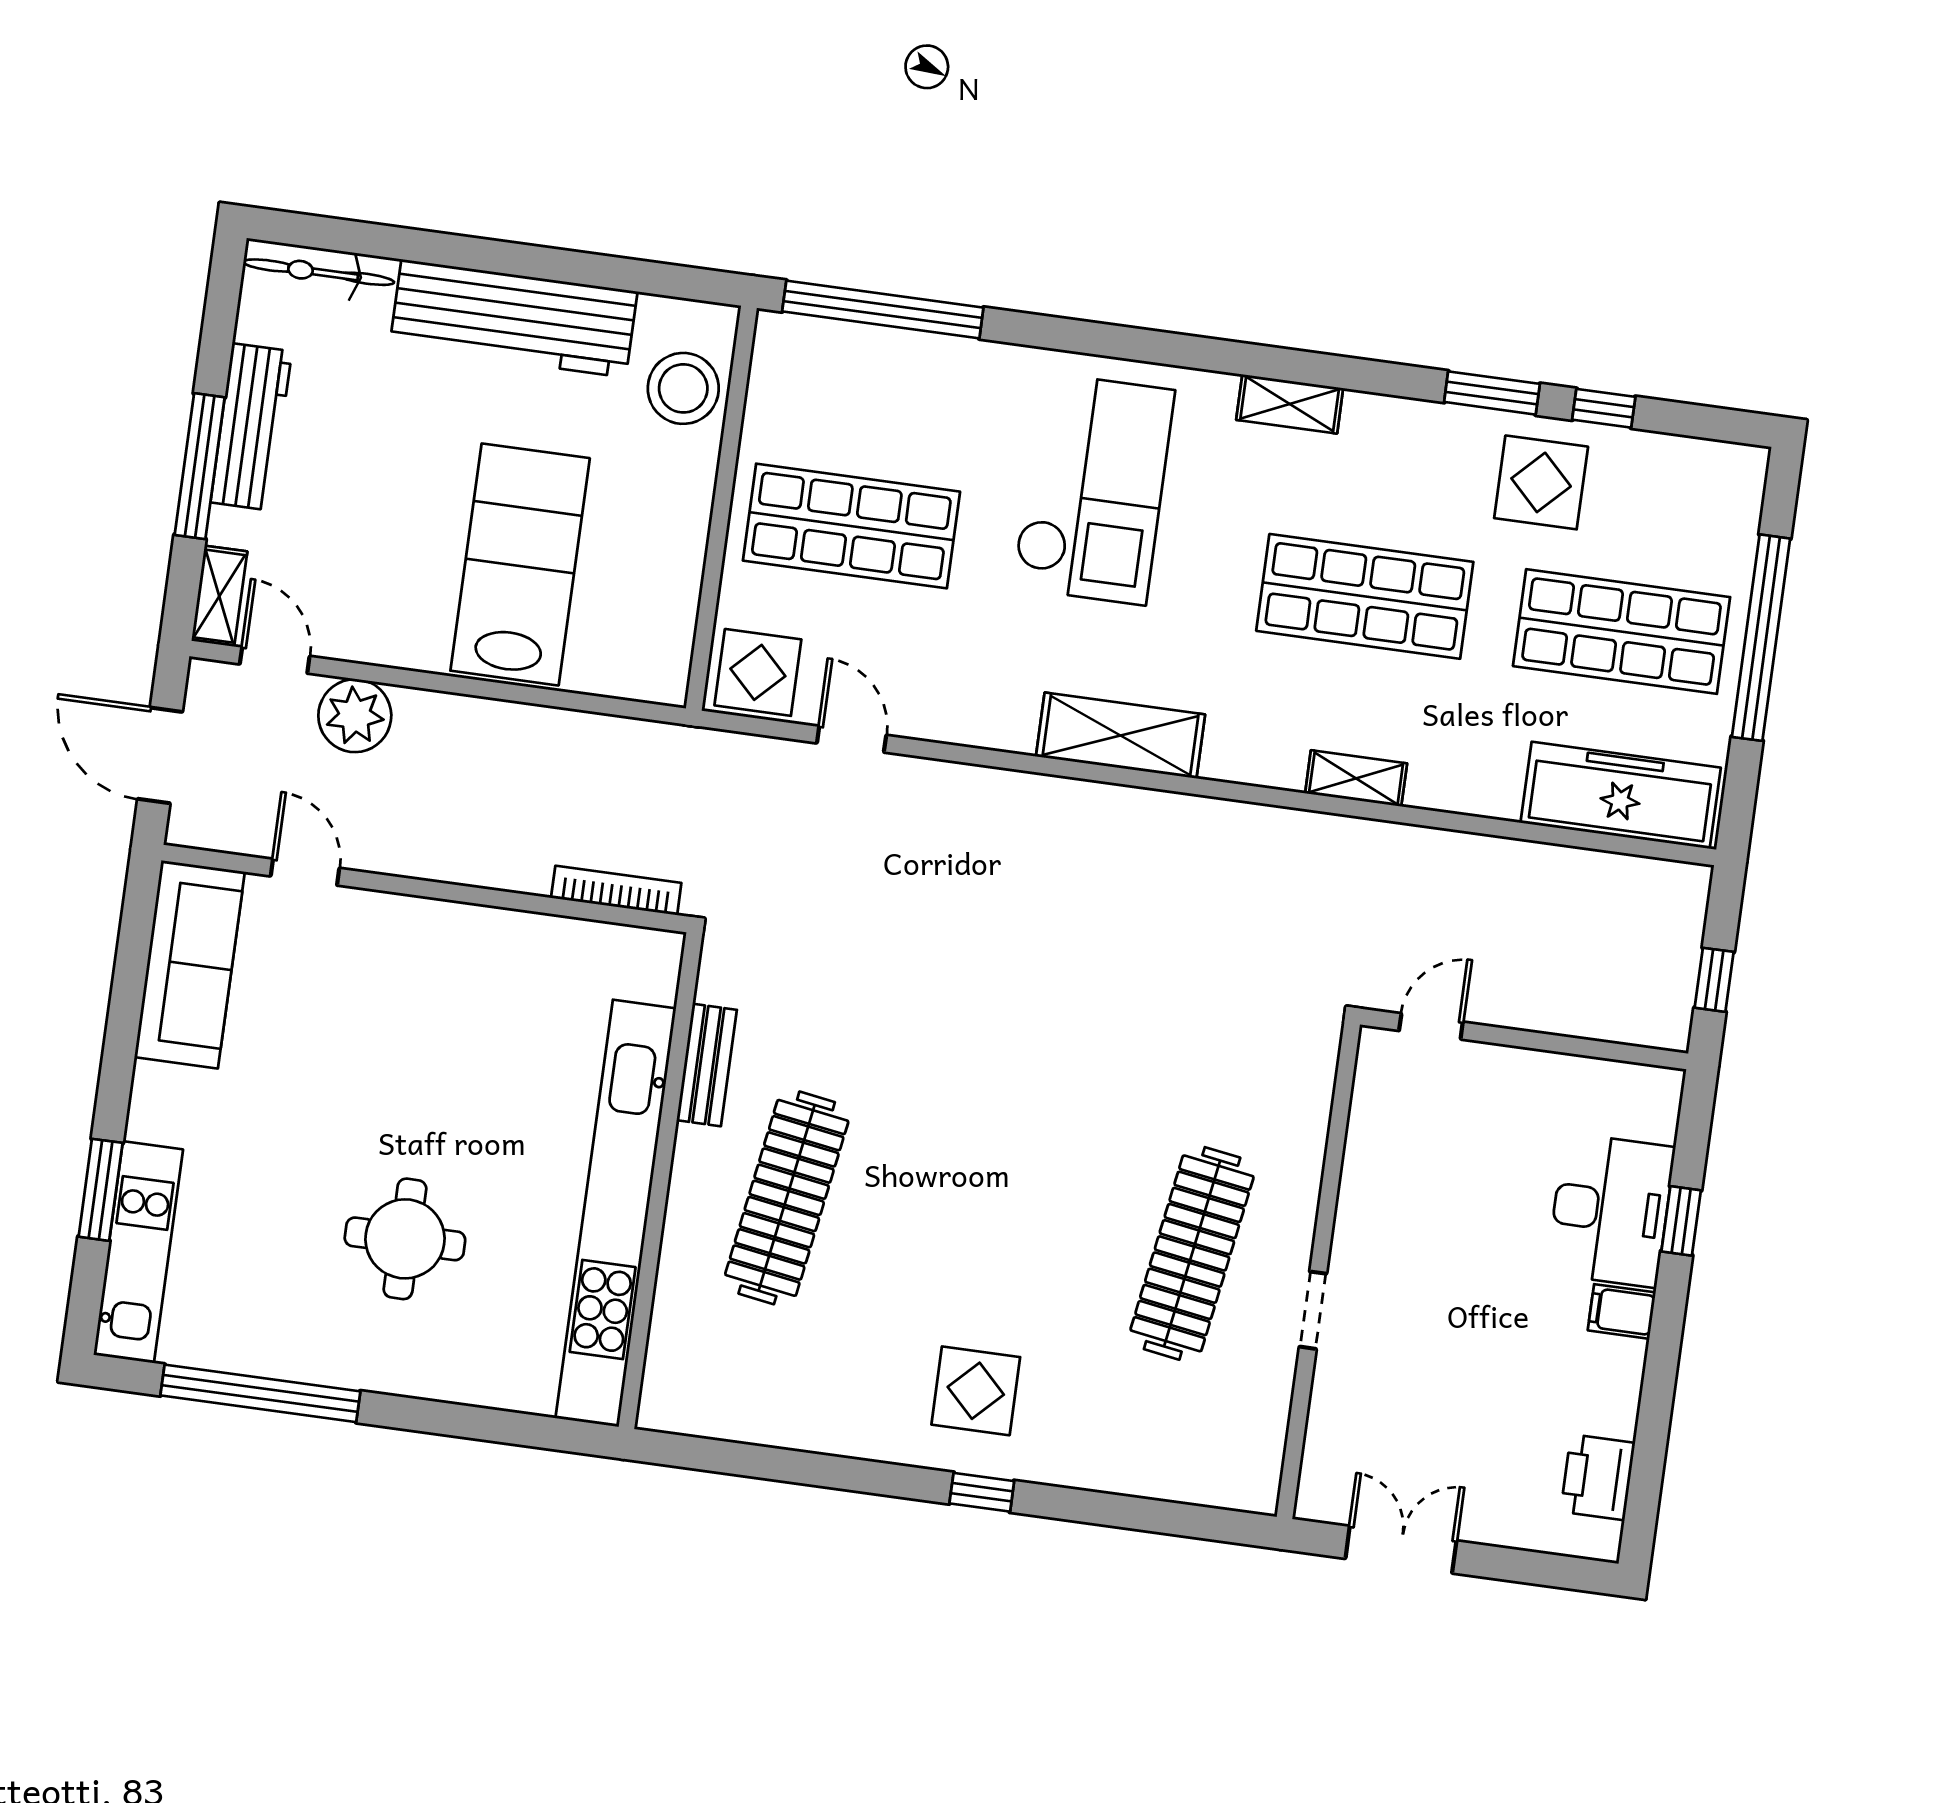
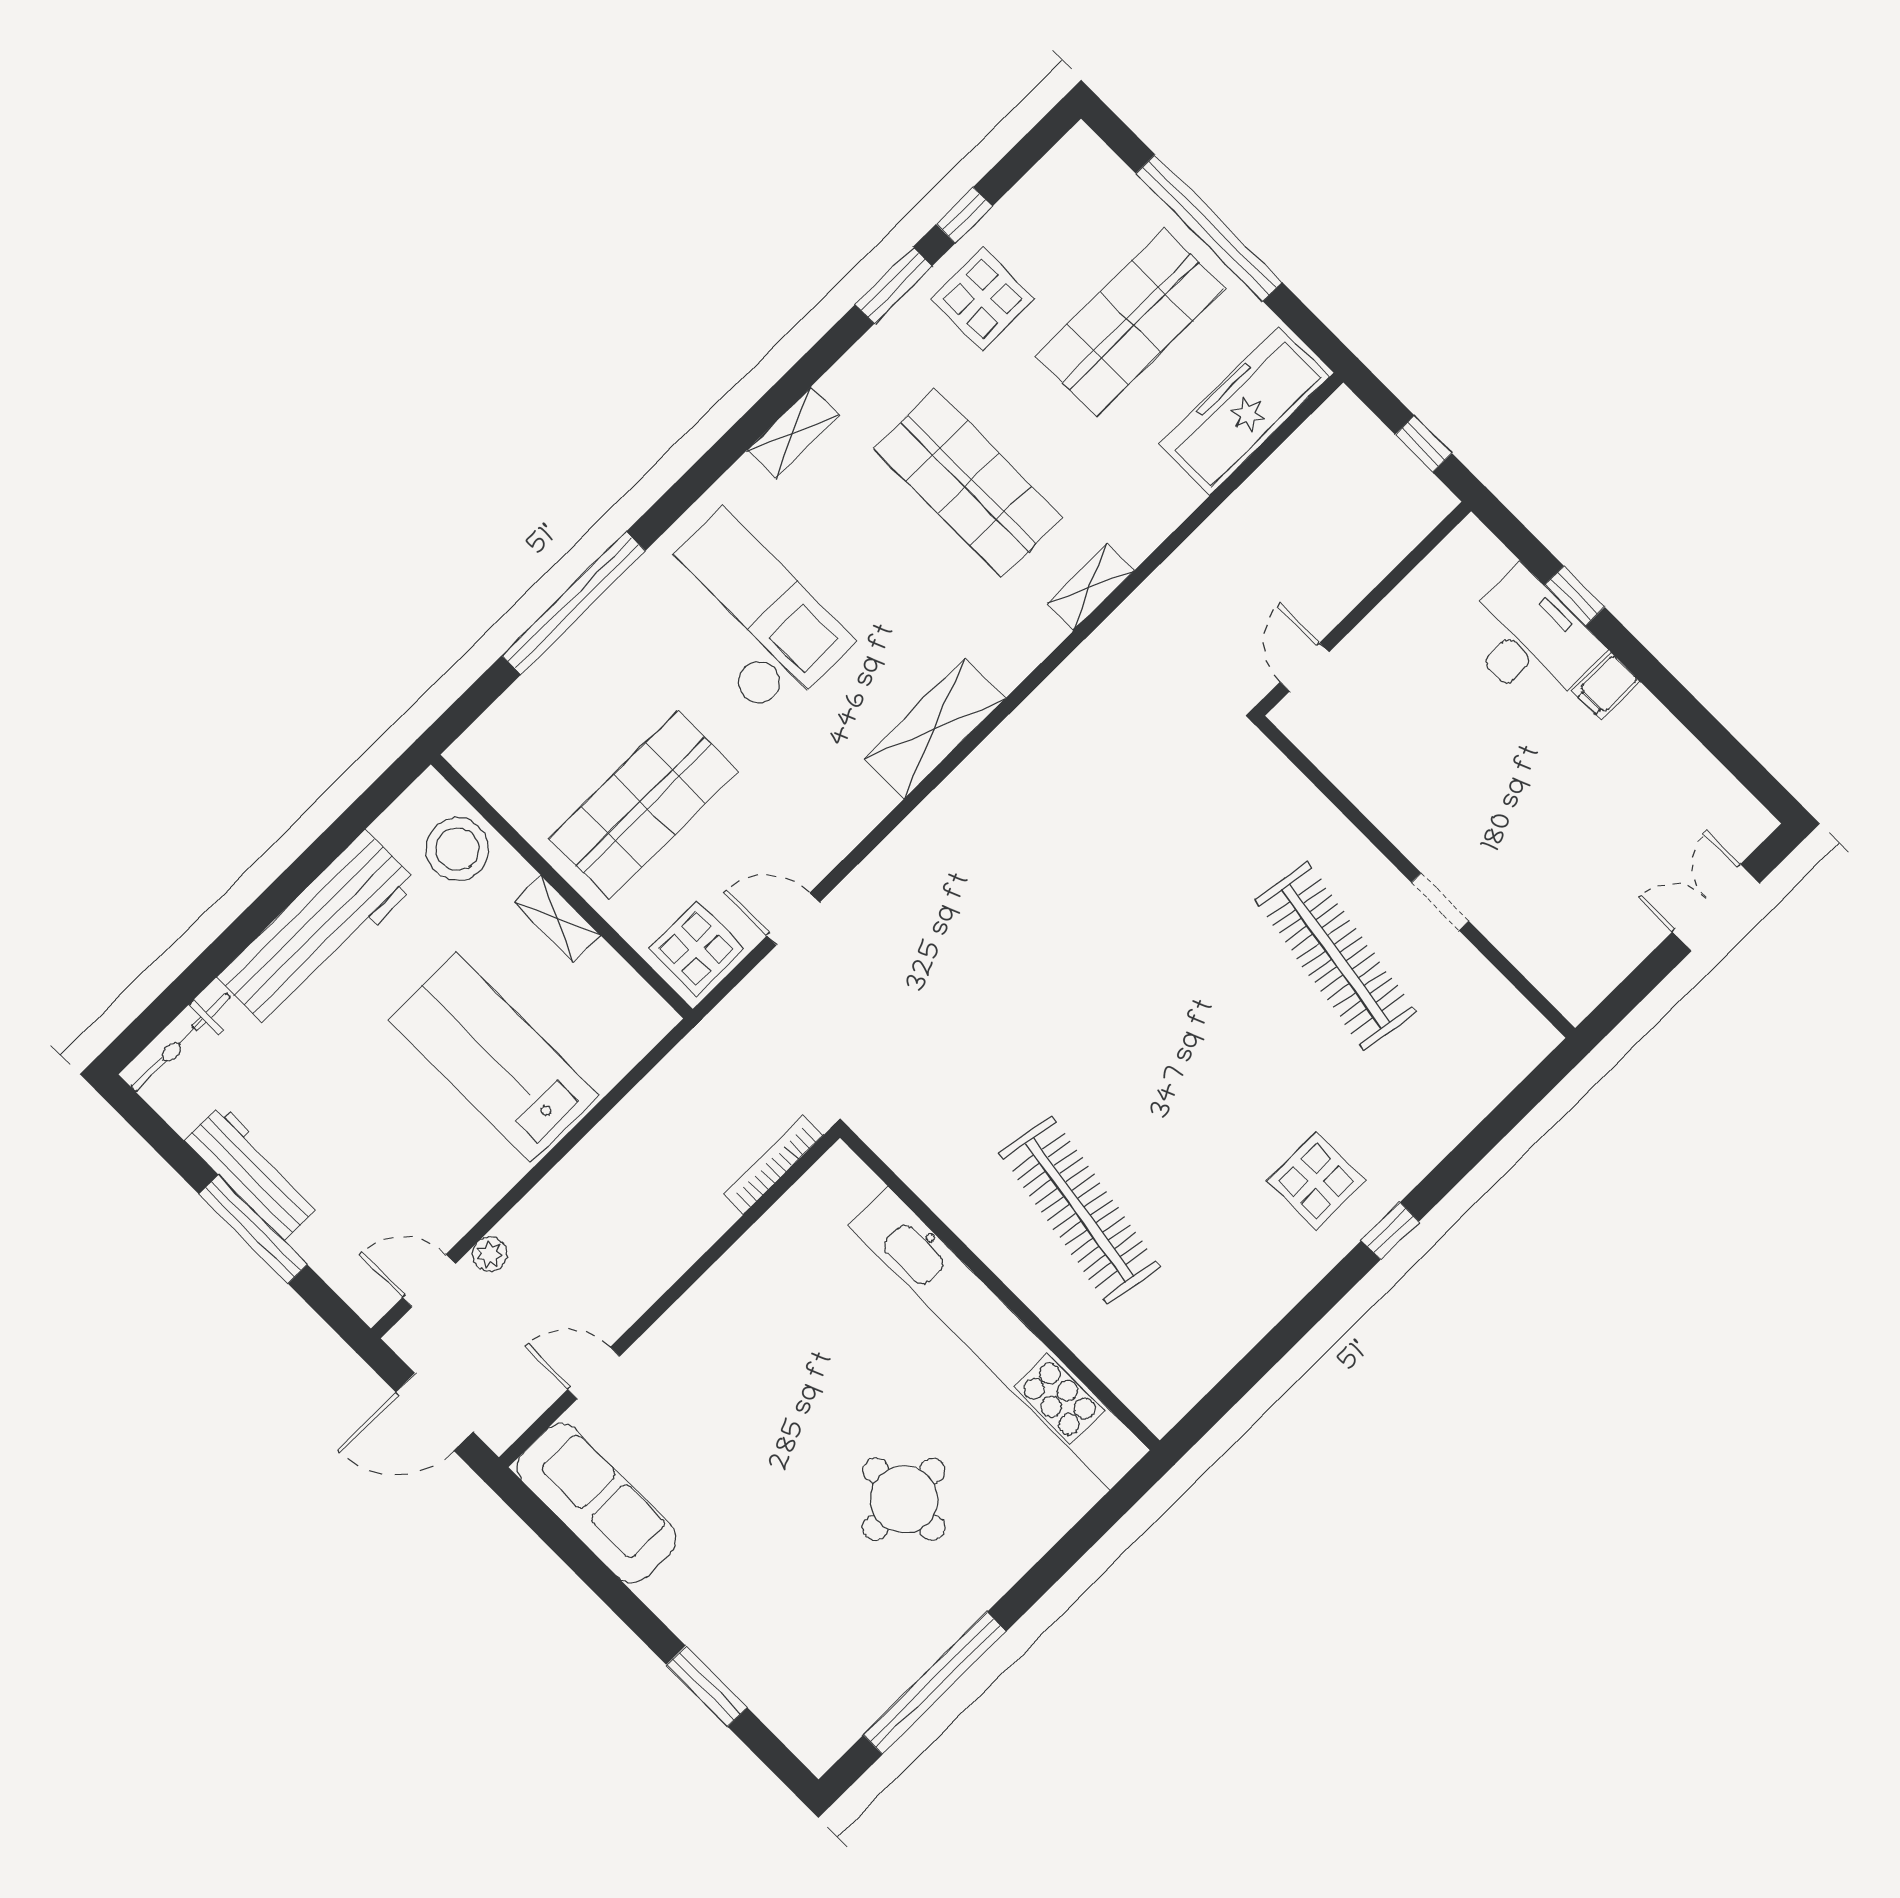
window: (883, 310) -> (574, 603), moved
shelving: (219, 596) -> (557, 919), moved
shop shelf: (1365, 596) -> (968, 483), turned 90
plant: (355, 716) -> (490, 1254), width x0.53, depth x0.53
bench: (707, 1065) -> (944, 1195), removed
kitchen unit: (138, 1252) -> (771, 1693), removed
printer: (1598, 1477) -> (1710, 792), removed
double door: (1401, 1550) -> (1716, 908), moved

